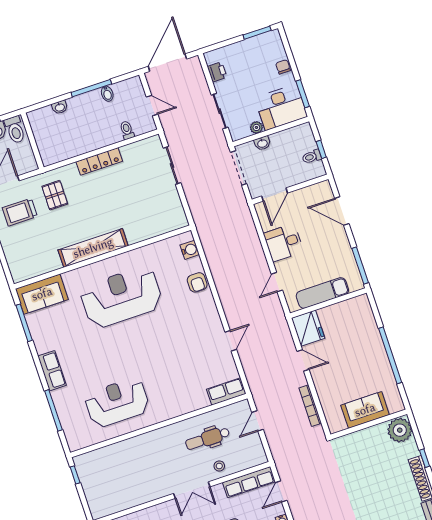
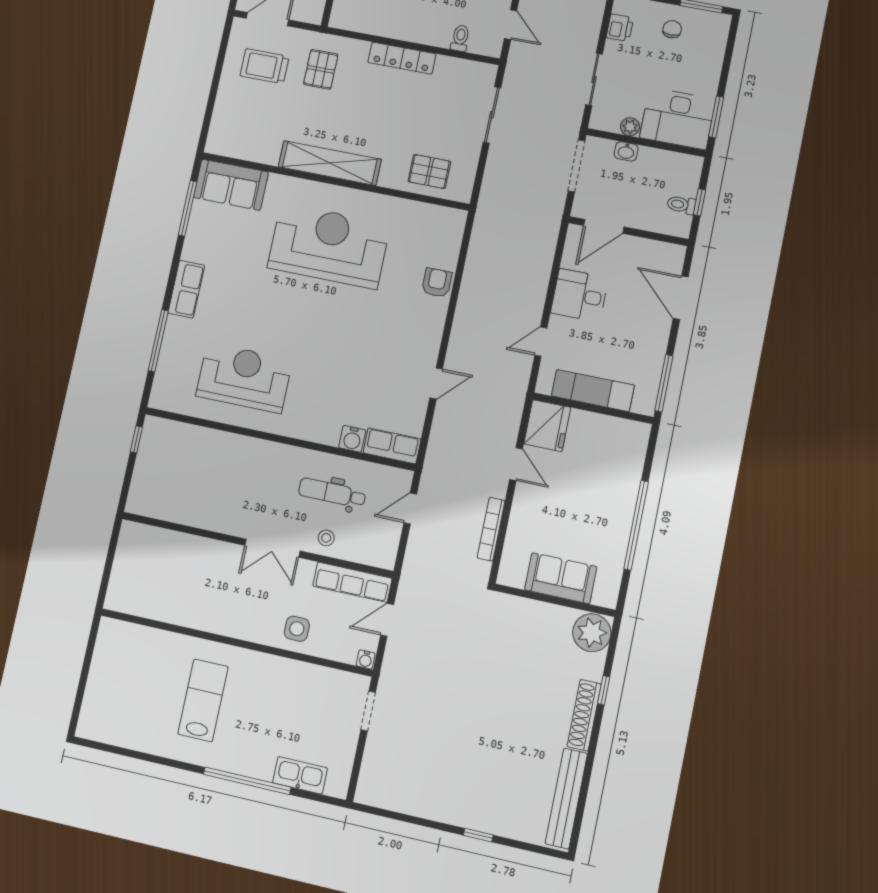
chair: (283, 67) -> (672, 29), moved
pallet: (155, 220) -> (429, 171), added
water cooler: (190, 250) -> (352, 439), moved, turned 90
armchair: (197, 282) -> (437, 283), turned 180

